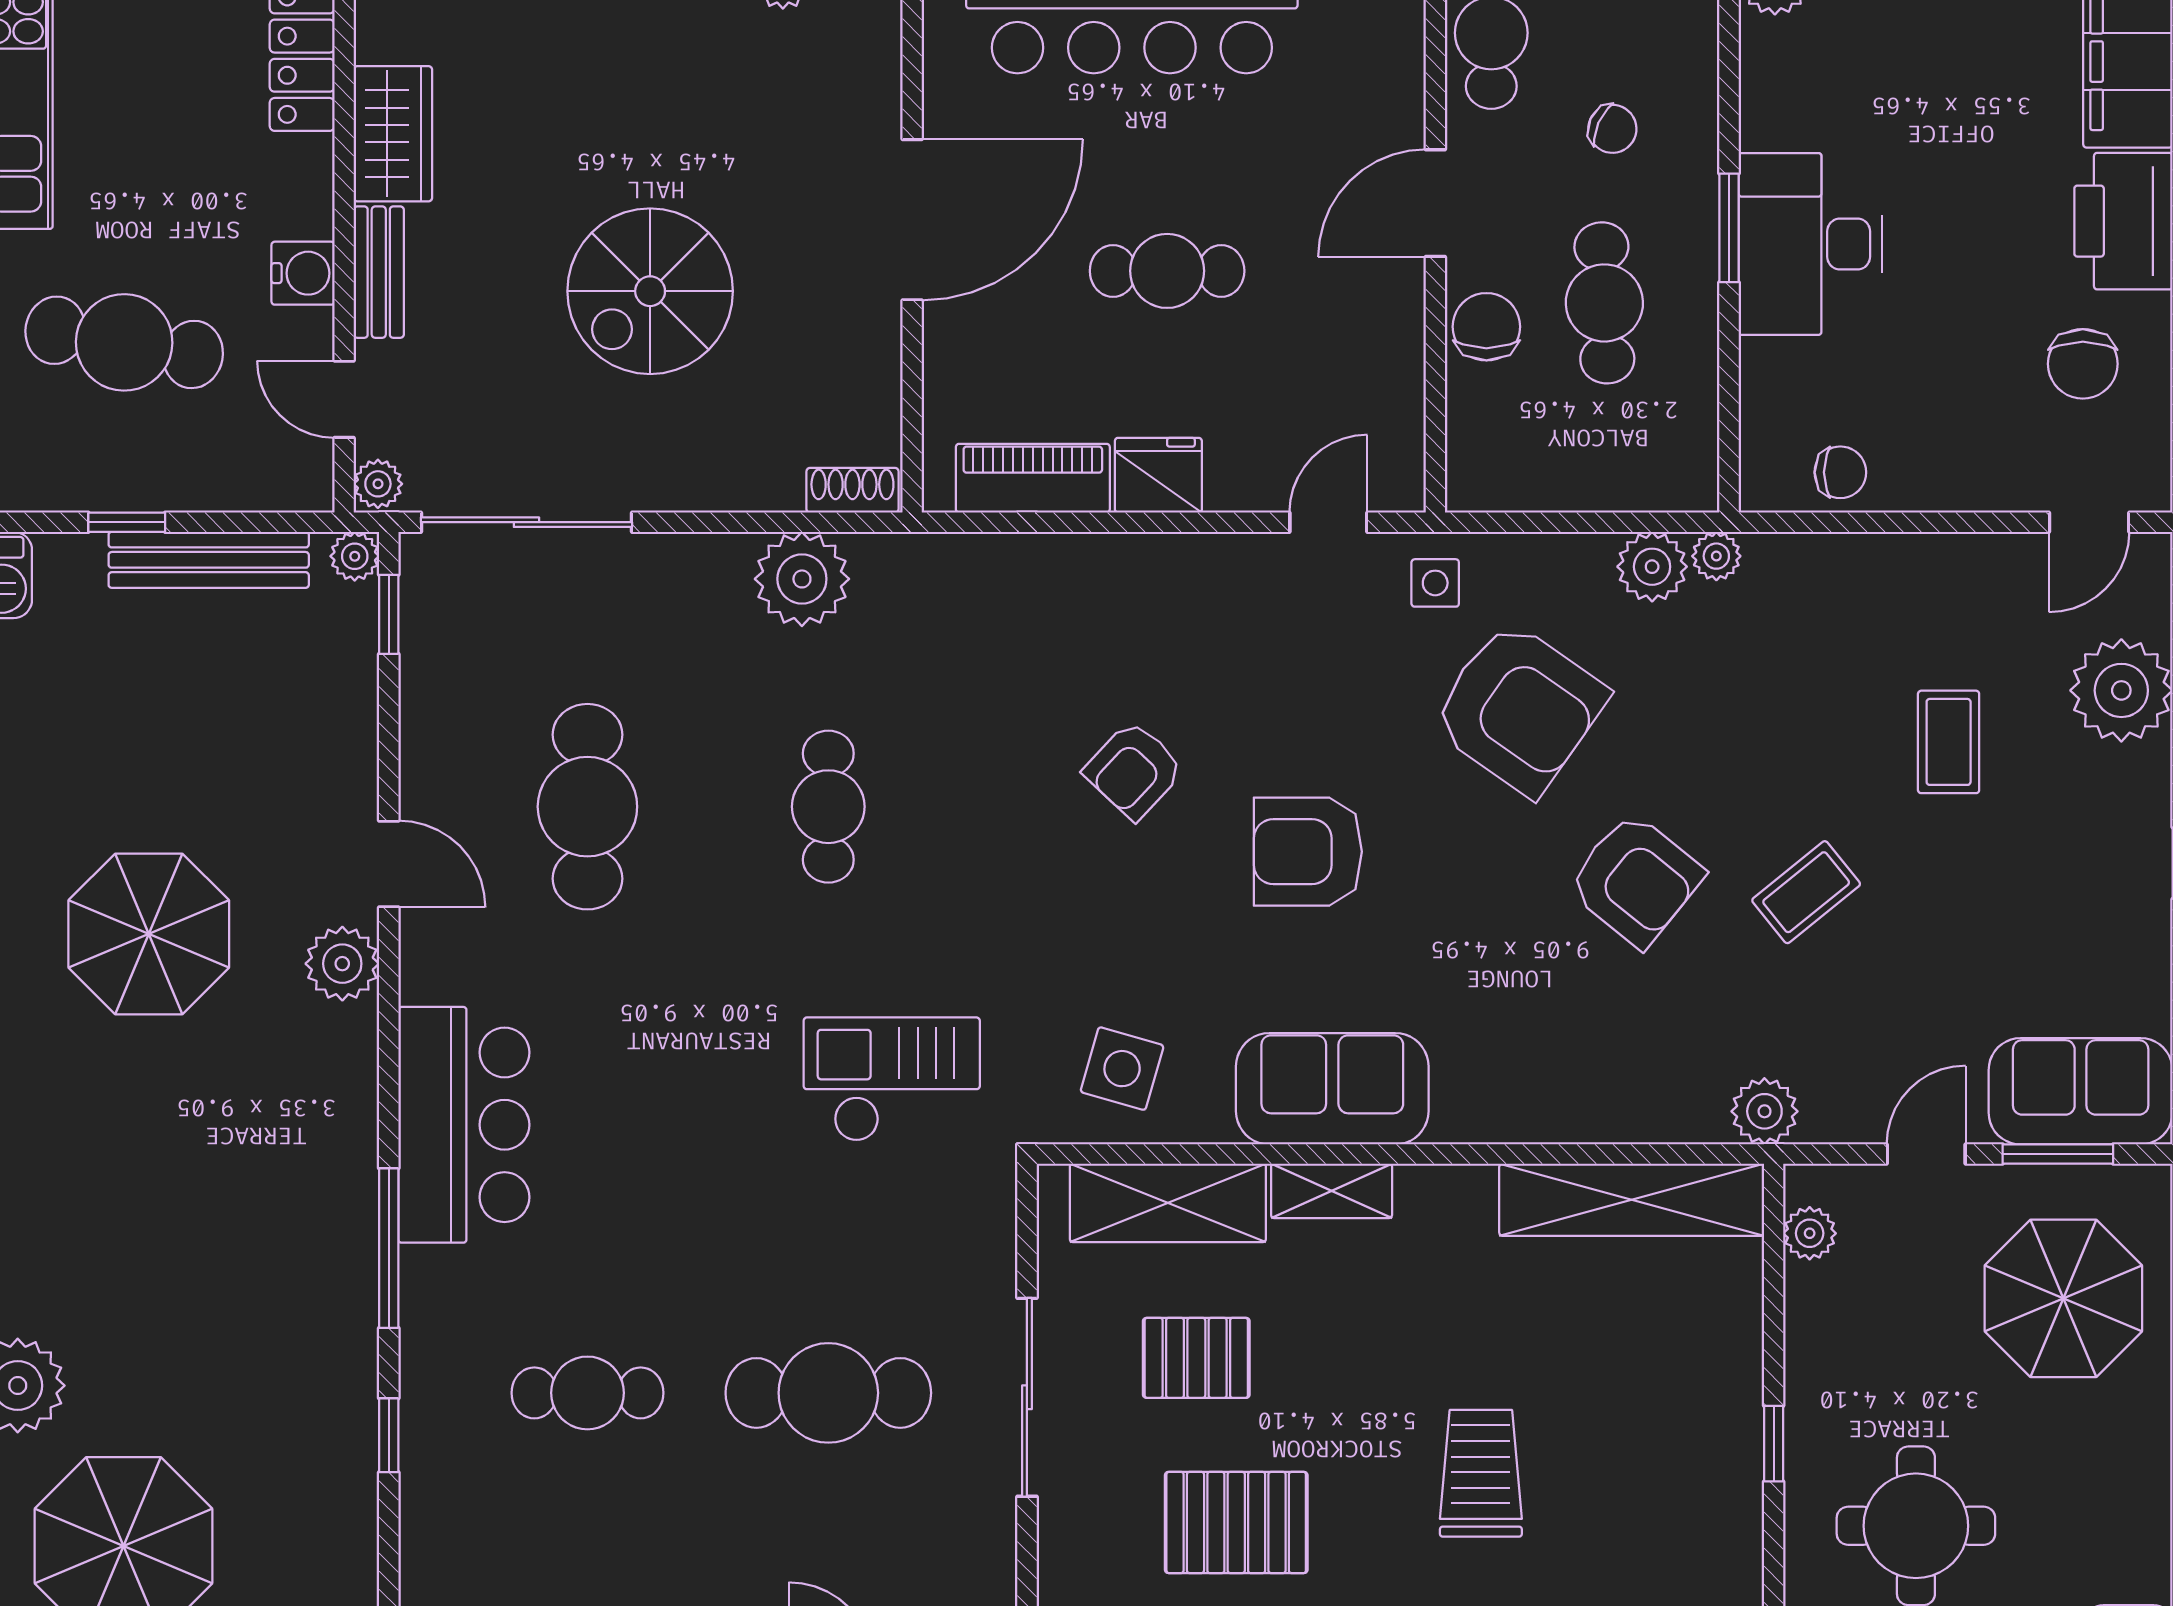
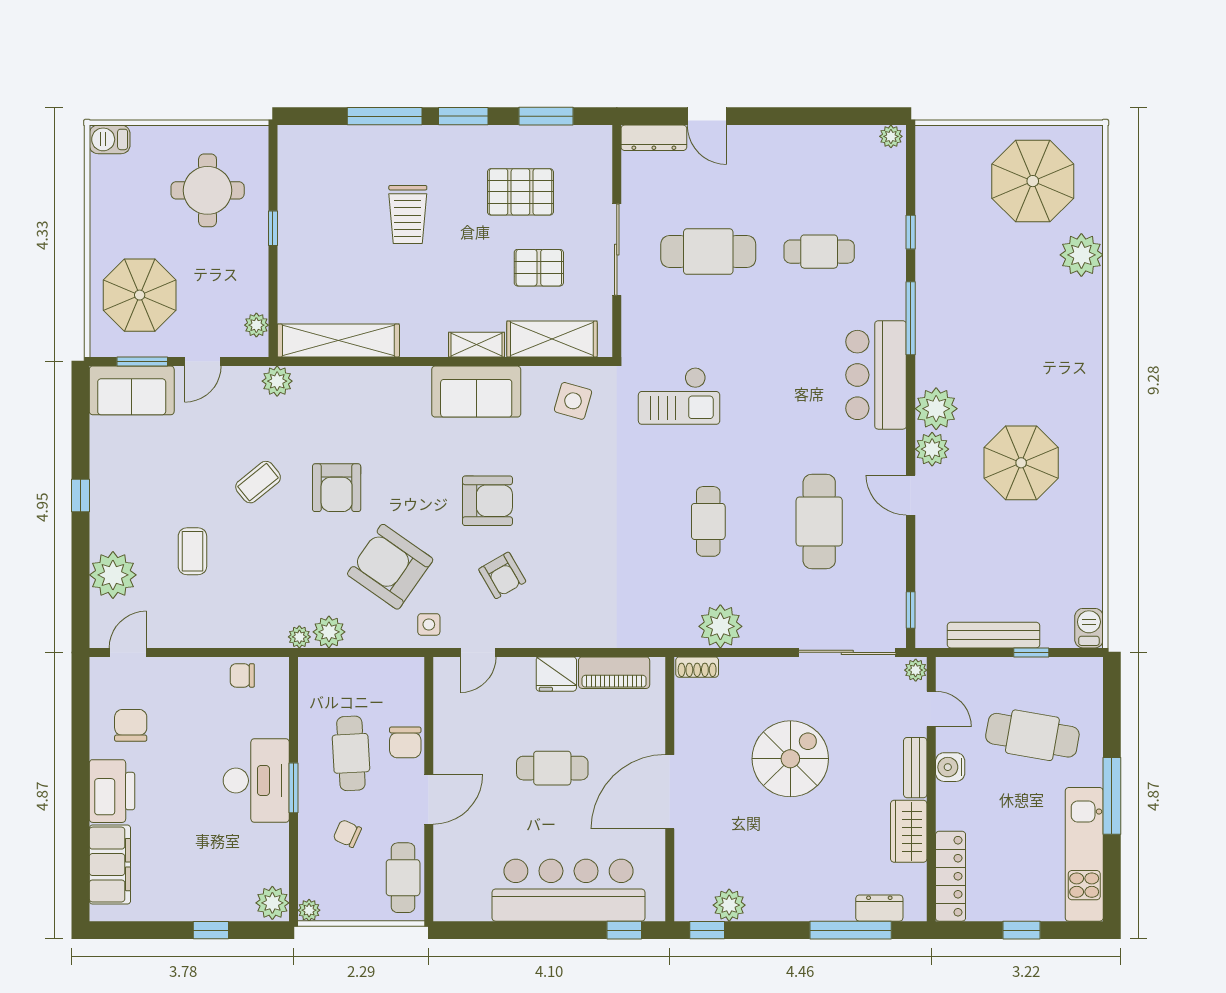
plant: (355, 556) -> (936, 409), moved, width x1.88, depth x1.88
armchair: (1134, 770) -> (502, 575), moved, turned 107
armchair: (1636, 880) -> (337, 488), turned -129

